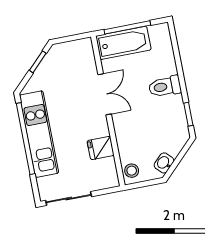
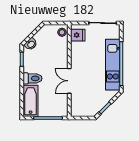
bathtub: (123, 43) -> (31, 101), moved, turned 90
fridge: (101, 148) -> (78, 35), moved
washbasin: (164, 163) -> (31, 44), moved

